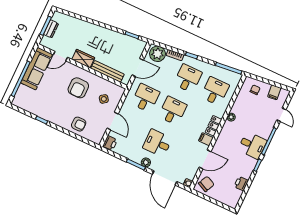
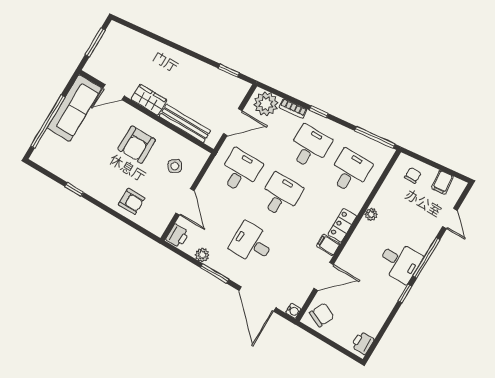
dresser: (51, 29) -> (103, 48), removed
plant: (146, 162) -> (202, 255), moved
printer: (241, 184) -> (363, 343), moved

